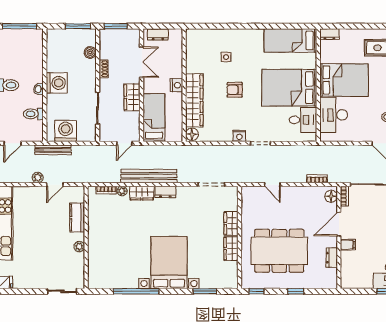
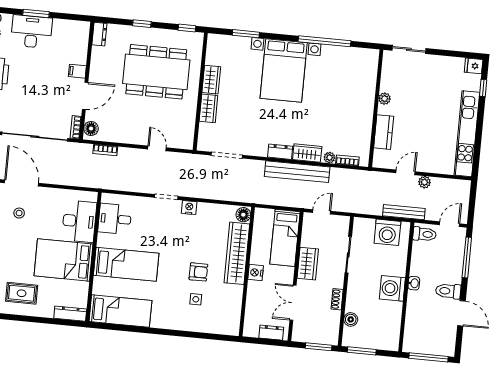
dresser: (329, 34) -> (70, 314), width x1.44
bed: (289, 88) -> (126, 264), width x0.67
armchair: (235, 90) -> (198, 272), moved
toilet: (33, 114) -> (424, 234), moved
dresser: (332, 258) -> (99, 34), moved

